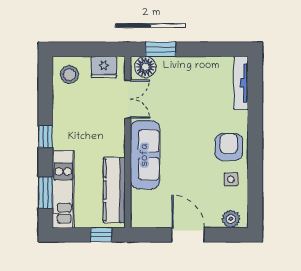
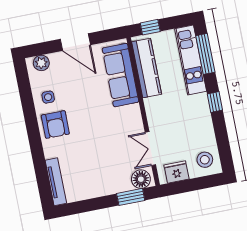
sofa: (145, 155) -> (120, 75), moved
window: (45, 193) -> (205, 54), width x1.44

